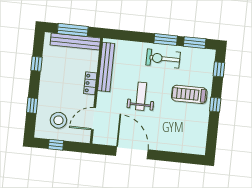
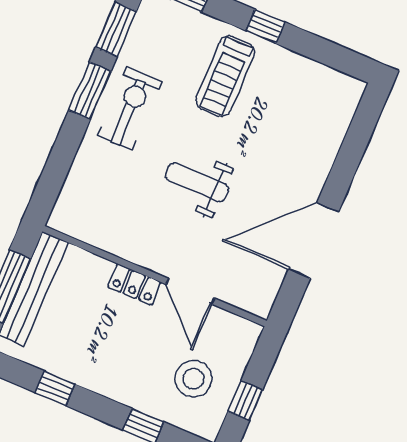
exercise bike: (163, 59) -> (130, 109), turned 180
bench: (106, 67) -> (110, 239), removed
door: (93, 119) -> (190, 291), moved

